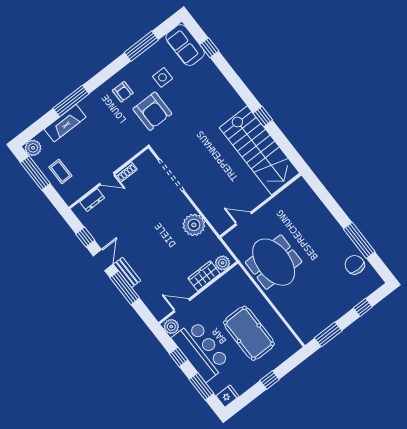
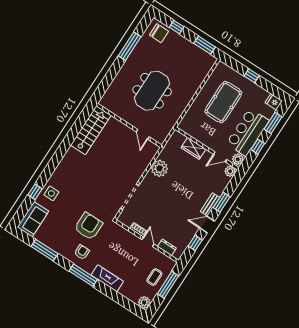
window: (209, 48) -> (35, 192), moved
side table: (162, 77) -> (51, 193), moved
window: (71, 101) -> (83, 275), moved
window: (263, 117) -> (65, 146), removed
fireplace: (65, 123) -> (107, 278), moved
stairs: (259, 150) -> (91, 130), width x0.73, depth x0.66
window: (35, 173) -> (168, 285), moved
meeting table: (274, 262) -> (152, 91), moved
plant: (223, 263) -> (230, 171), moved
chair: (355, 265) -> (159, 33), moved, turned -90
window: (125, 288) -> (222, 202), width x0.69
door: (182, 305) -> (220, 157), hinge flipped

